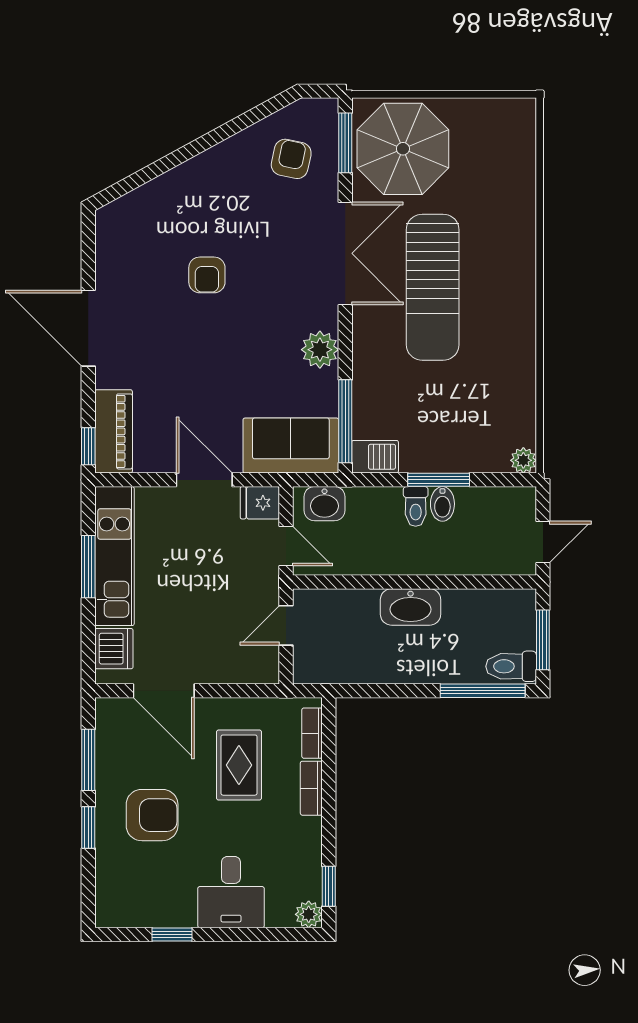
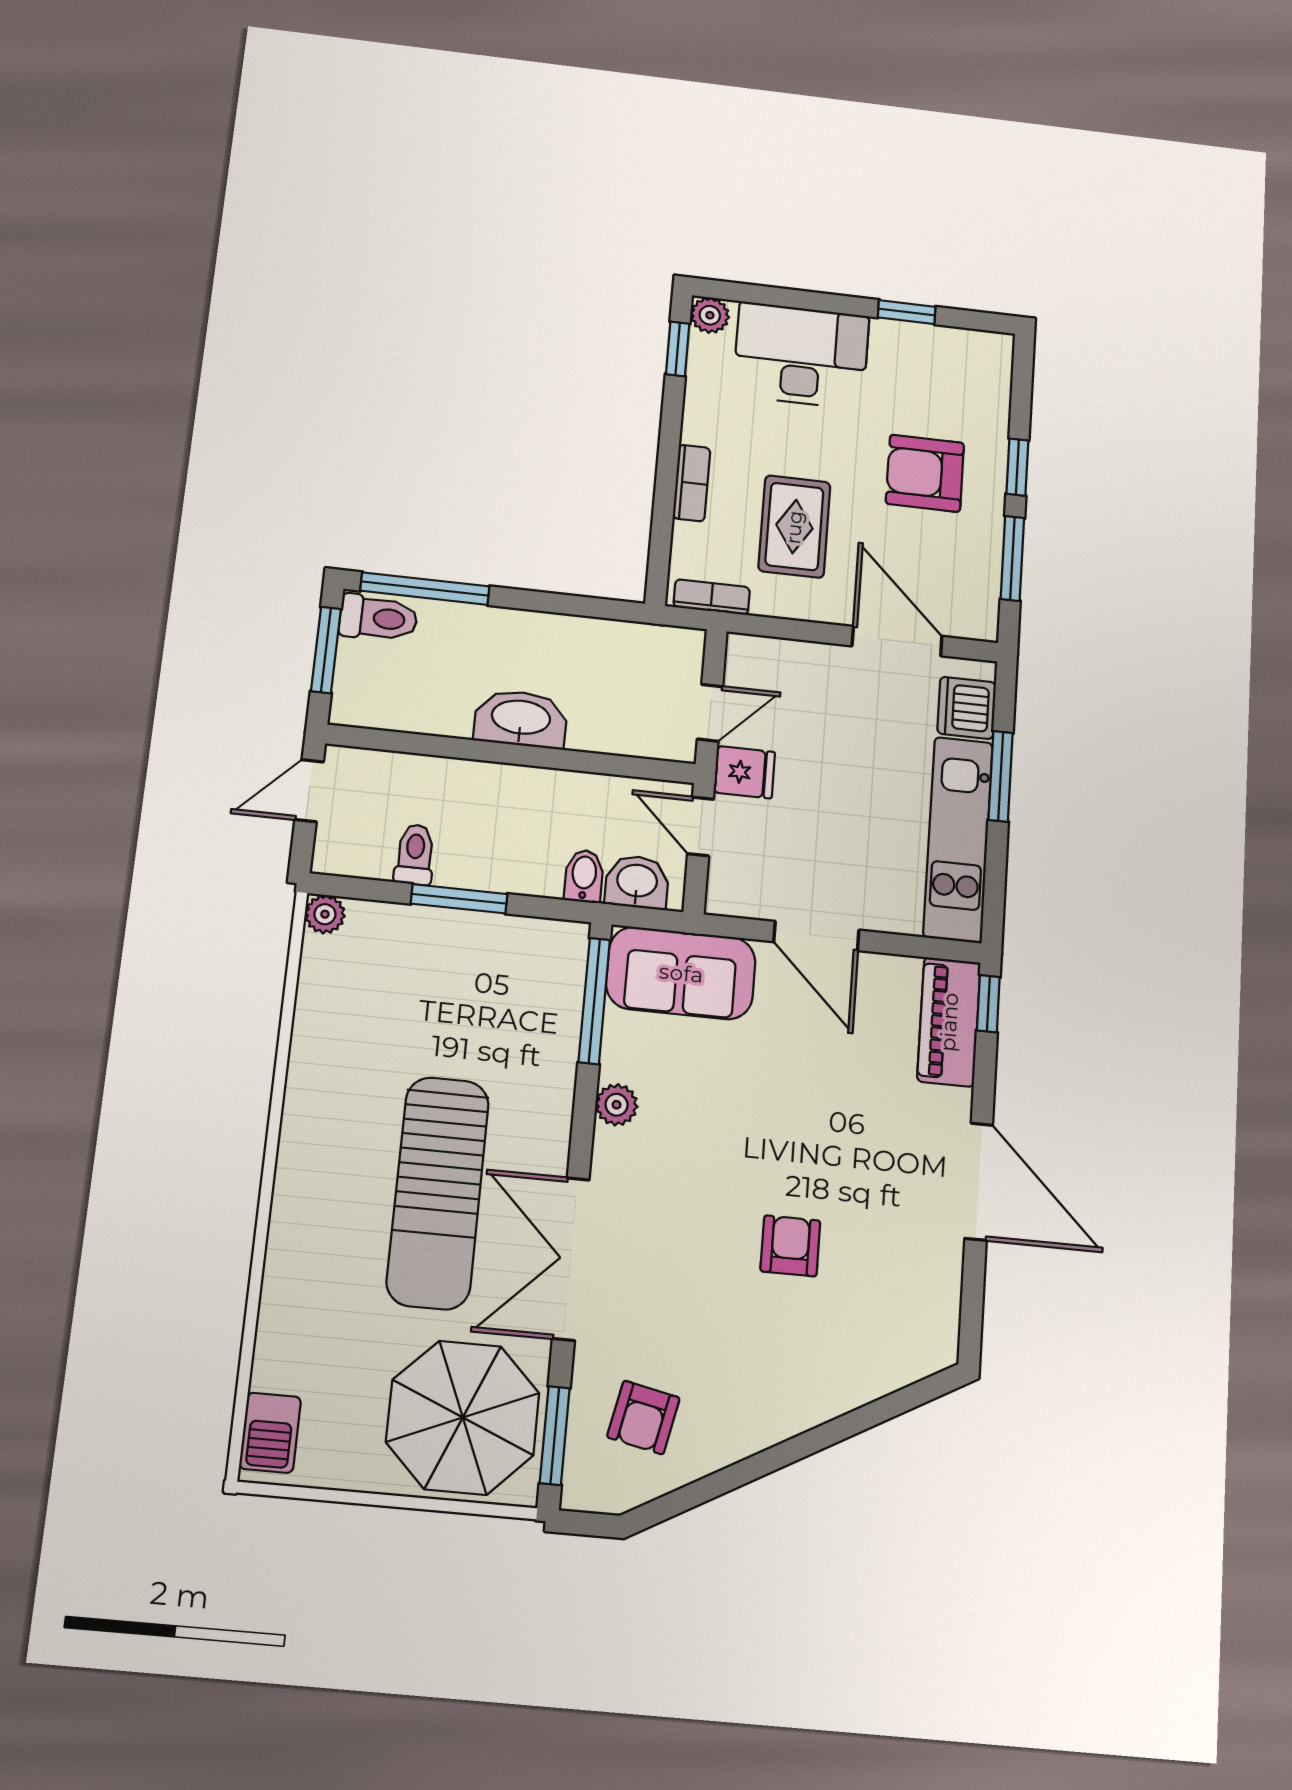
sun lounger: (433, 287) -> (438, 1193), turned 180
plant: (320, 350) -> (617, 1105), width x0.73, depth x0.73
barbecue: (375, 457) -> (270, 1433), moved, turned -90
fridge: (260, 503) -> (744, 772), moved
bidet: (442, 504) -> (584, 876), moved
toilet: (416, 506) -> (415, 855), moved
window: (88, 567) -> (1001, 776), moved
bookcase: (312, 733) -> (712, 597), moved, turned -90
desk: (231, 892) -> (801, 355), width x1.37

